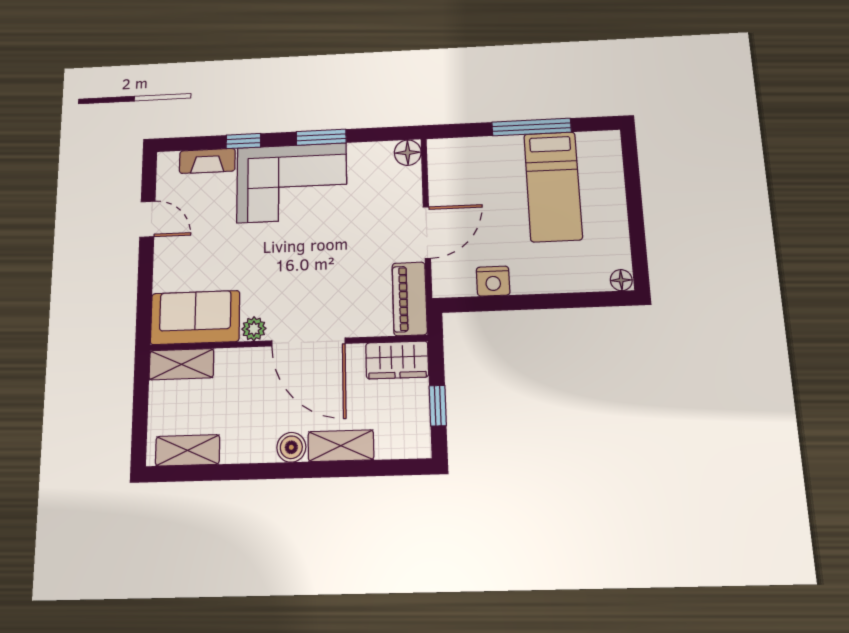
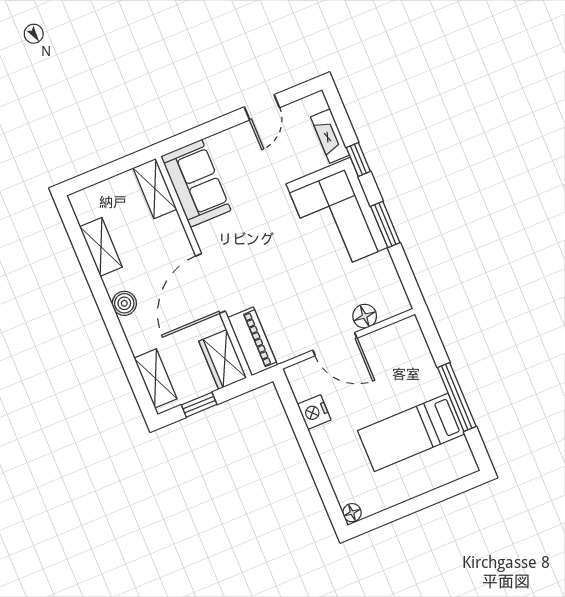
floor lamp: (408, 153) -> (365, 316), moved
piano: (410, 299) -> (253, 341), moved, turned 90
plant: (254, 329) -> (205, 235), removed
shelving: (341, 446) -> (156, 378), moved
shelving: (188, 450) -> (101, 247), moved

